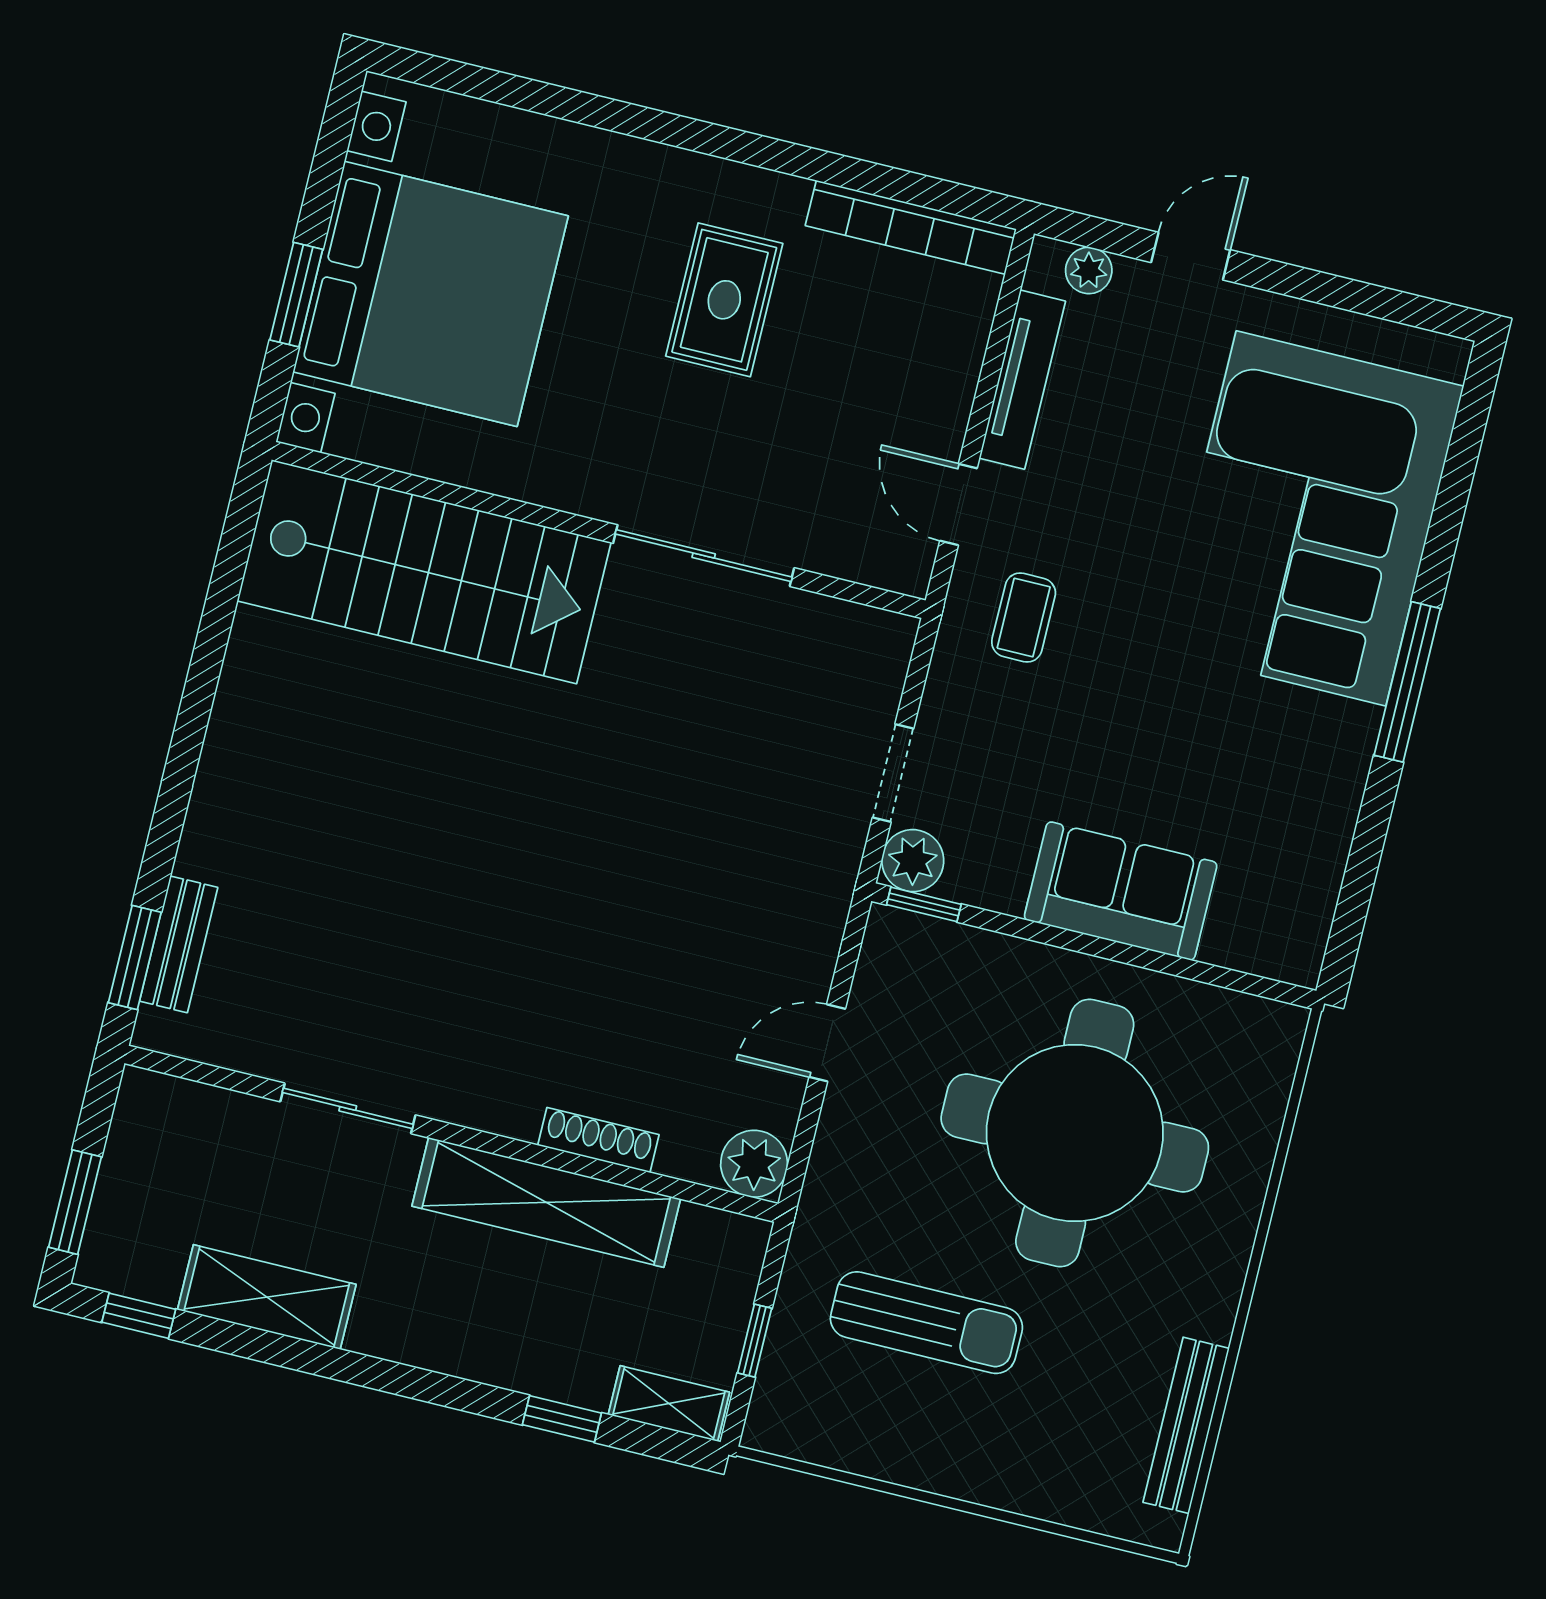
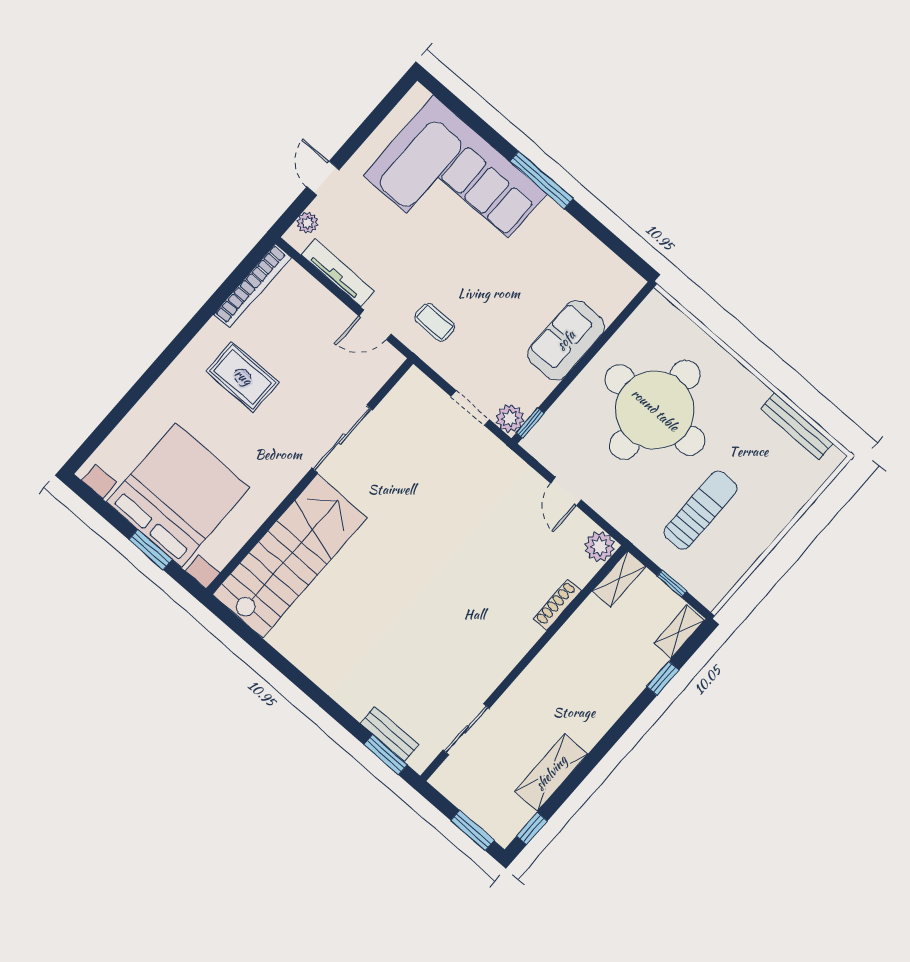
sliding door: (348, 1108) -> (466, 729), moved
shelving: (546, 1202) -> (619, 579), moved, width x0.45, depth x0.75

